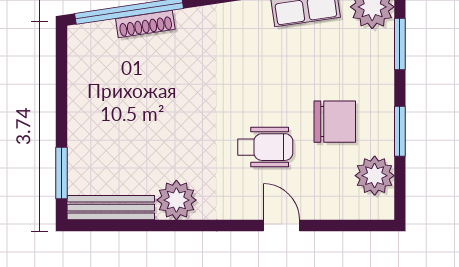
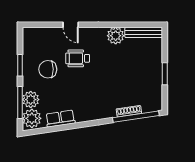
window: (400, 44) -> (20, 103), width x1.44
window: (61, 173) -> (165, 74), moved
plant: (375, 176) -> (31, 100), moved

